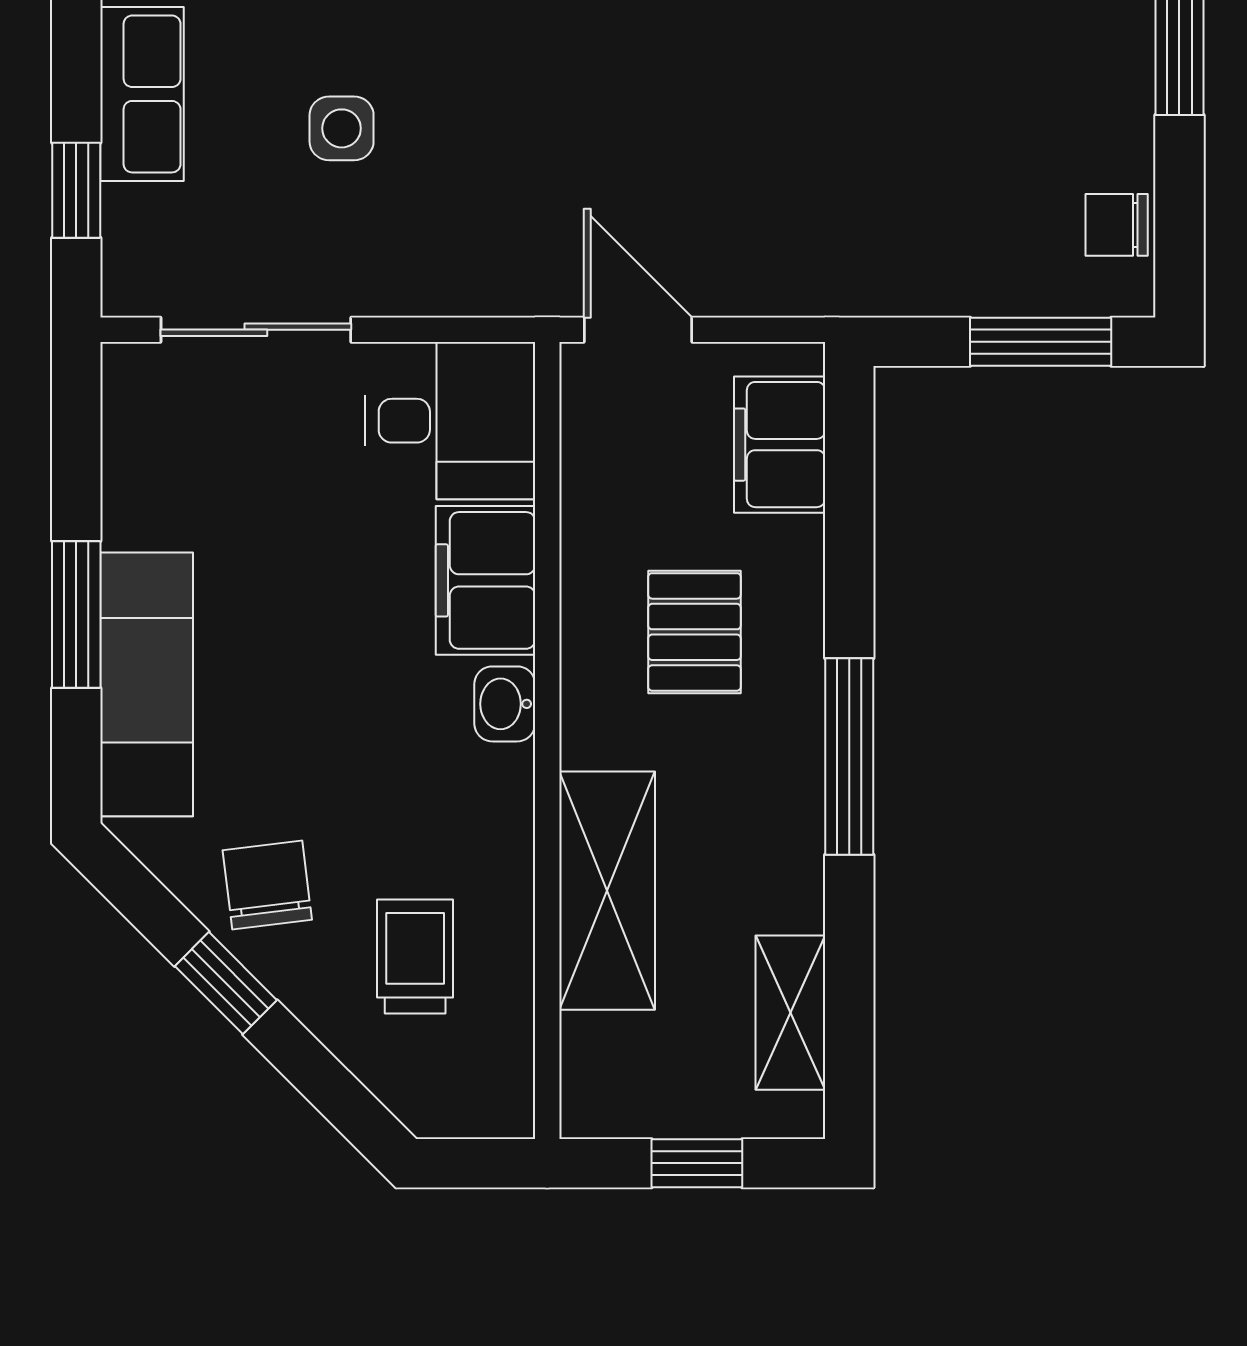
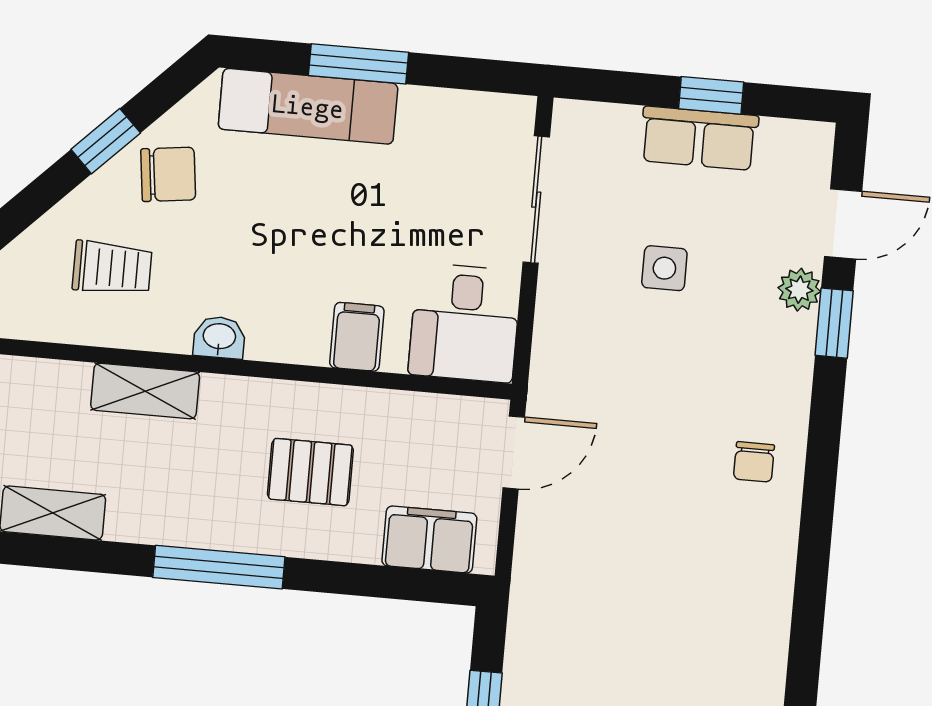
window: (76, 190) -> (711, 95), moved
filing cabinet: (486, 580) -> (357, 337), width x0.50
washbasin: (505, 704) -> (219, 337), moved
shelving: (607, 891) -> (145, 391), width x0.67, depth x0.75

